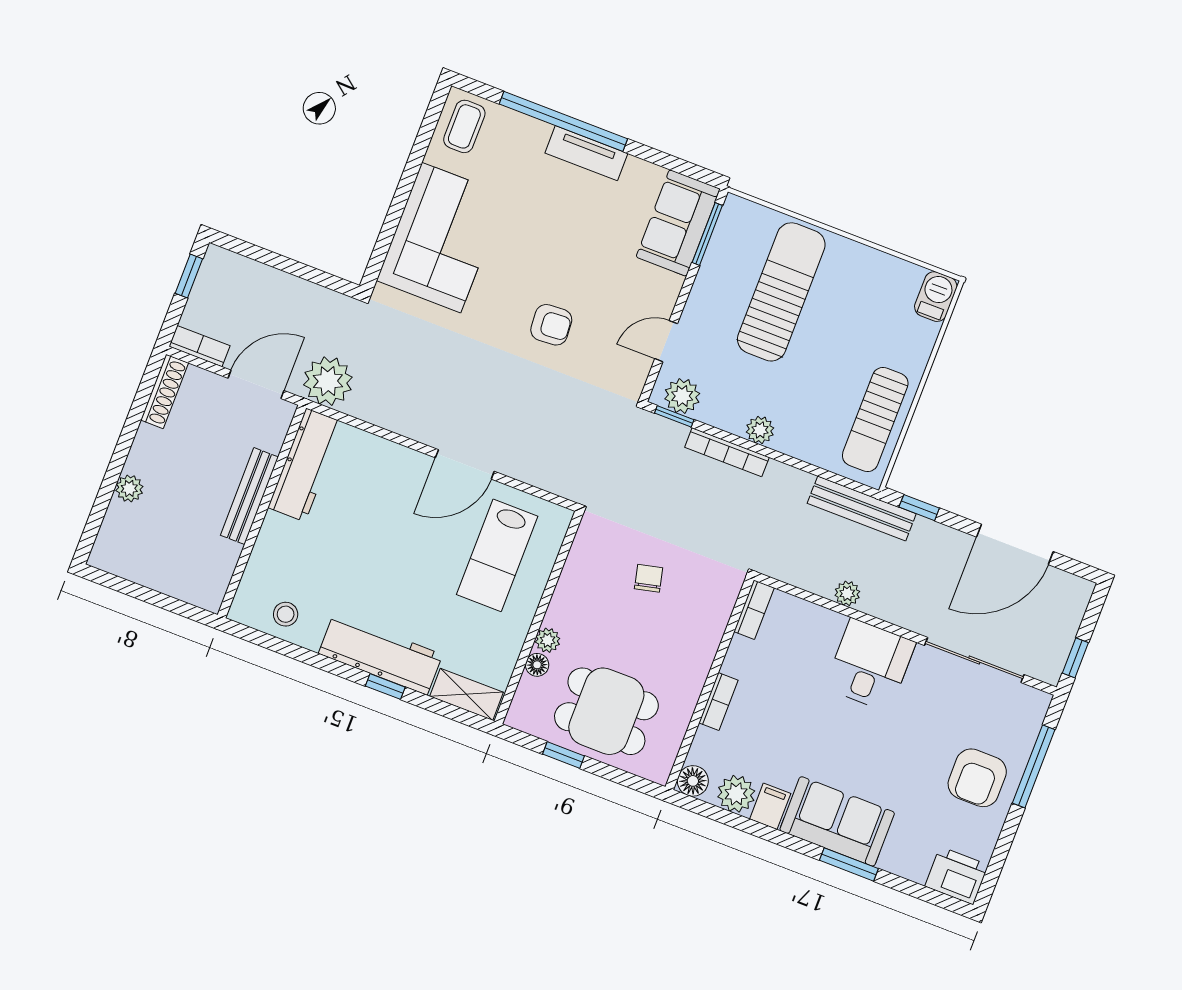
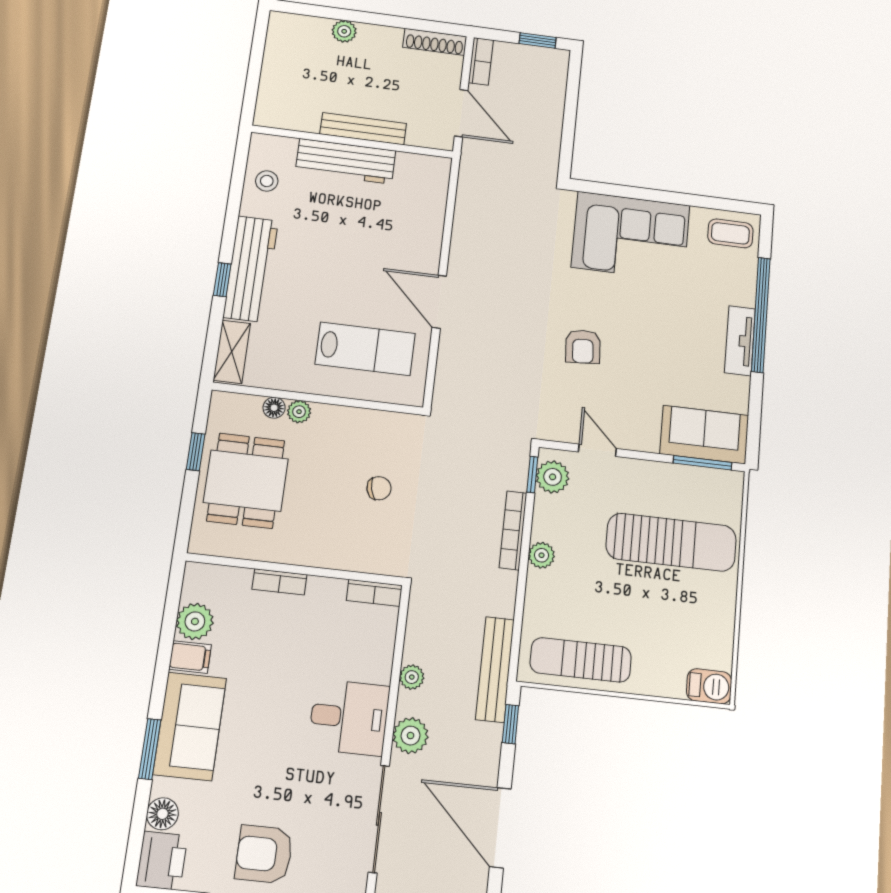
plant: (328, 381) -> (411, 736), moved, width x0.73, depth x0.73
workbench: (306, 465) -> (346, 161), moved
lab bench: (497, 555) -> (365, 349), turned 180
floor lamp: (693, 781) -> (162, 814), moved

